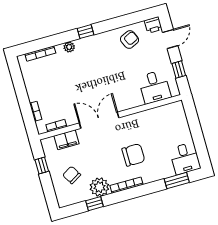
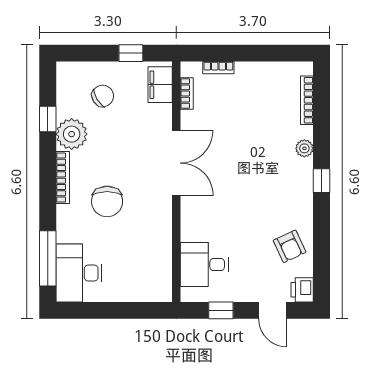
filing cabinet: (66, 140) -> (160, 85), moved
desk: (185, 158) -> (79, 273), width x1.37
window: (177, 181) -> (48, 258), width x1.44

